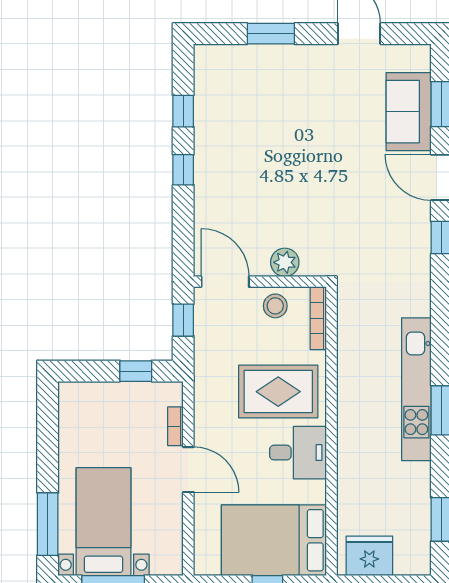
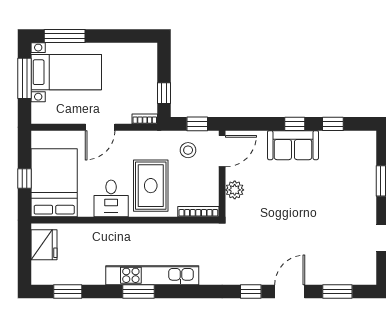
sofa: (409, 112) -> (293, 145), moved, turned 180
stool: (275, 306) -> (188, 150), moved
bookcase: (175, 426) -> (145, 119), moved

